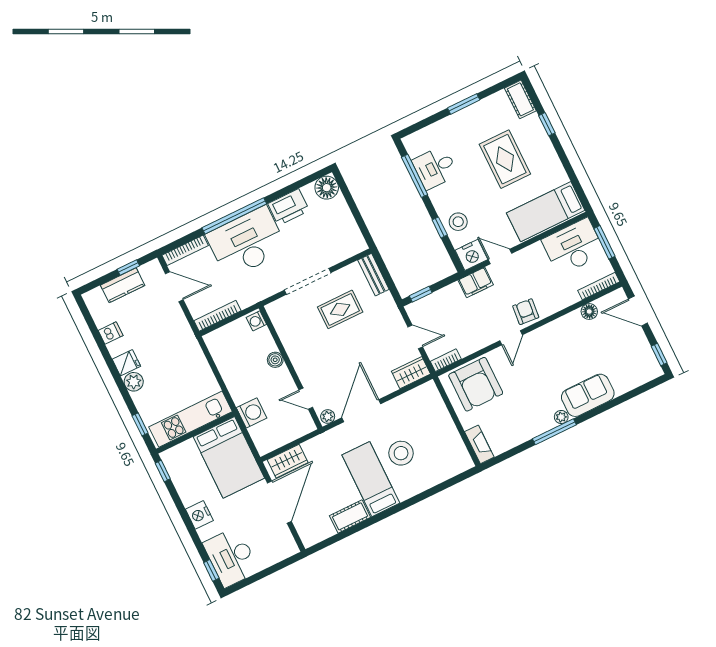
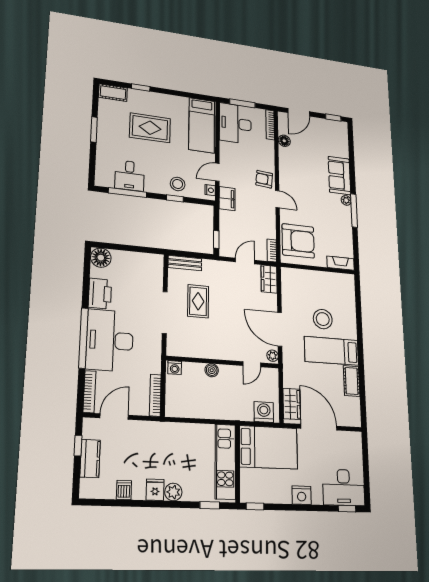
nightstand: (471, 255) -> (210, 190), width x0.53, depth x0.56
washing machine: (252, 413) -> (264, 412), moved

